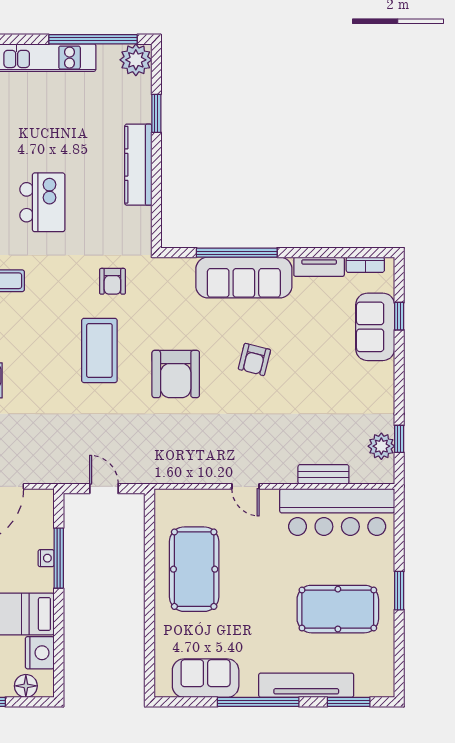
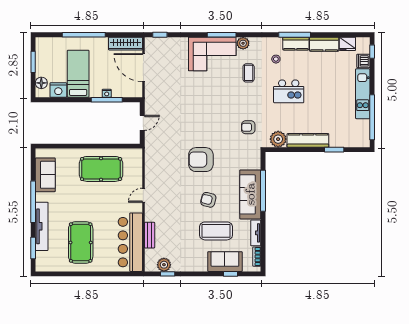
plant: (136, 60) -> (278, 139), moved
coffee table: (99, 350) -> (216, 231), moved
window: (399, 591) -> (90, 274), removed

